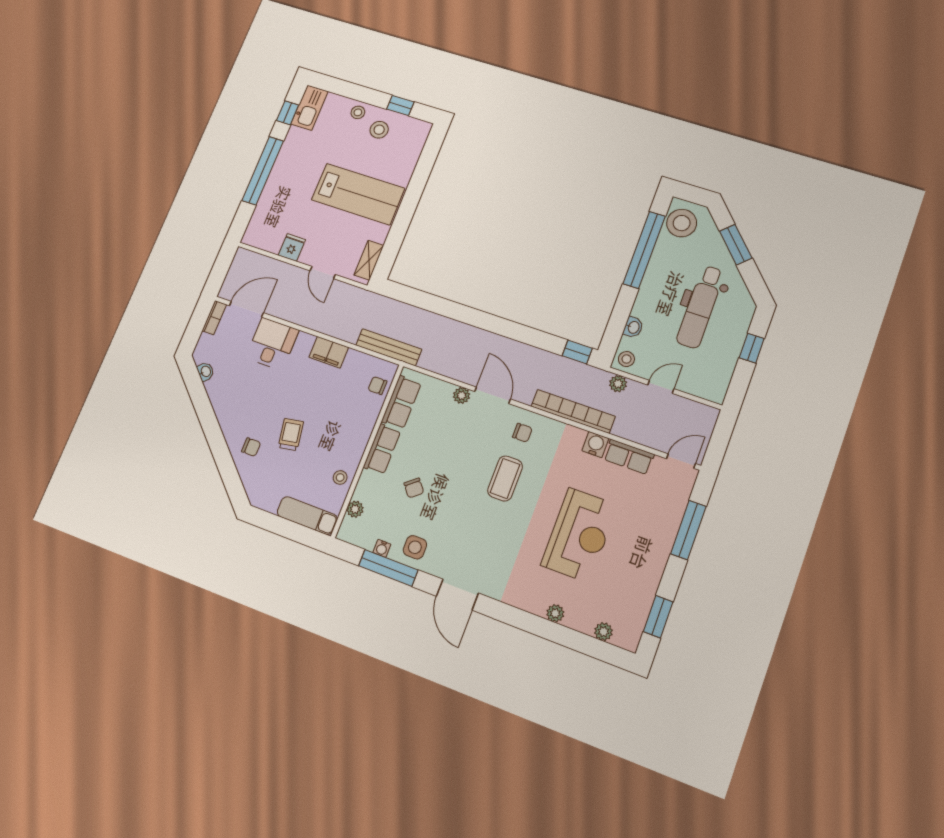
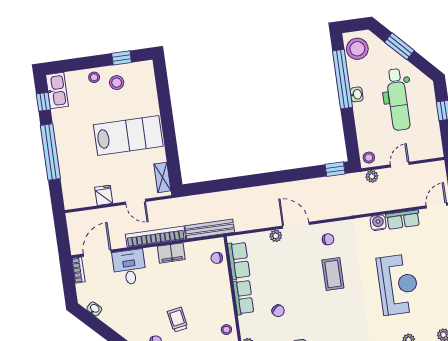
washbasin: (633, 327) -> (357, 94), moved
bookcase: (573, 411) -> (156, 237), moved

